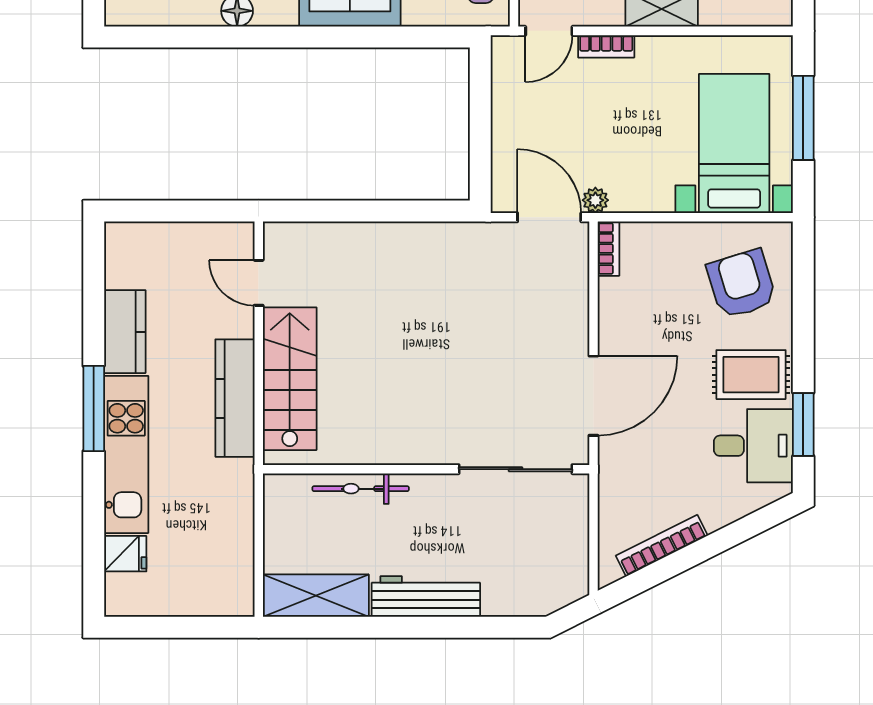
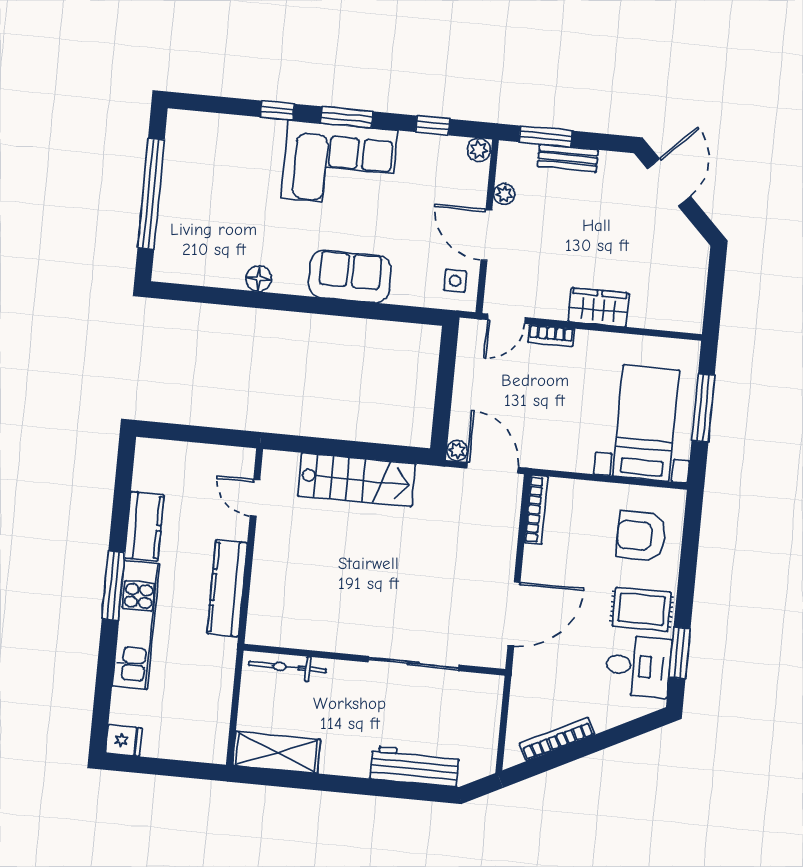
plant: (595, 200) -> (457, 451), moved
bookcase: (608, 249) -> (536, 510), width x1.56
armchair: (742, 284) -> (641, 536), turned -73
stairs: (290, 379) -> (357, 480), moved, turned 90
sliding door: (515, 469) -> (413, 664), moved
bicycle: (361, 489) -> (287, 667), moved
fridge: (125, 554) -> (124, 741), moved
workbench: (426, 597) -> (414, 766), moved

